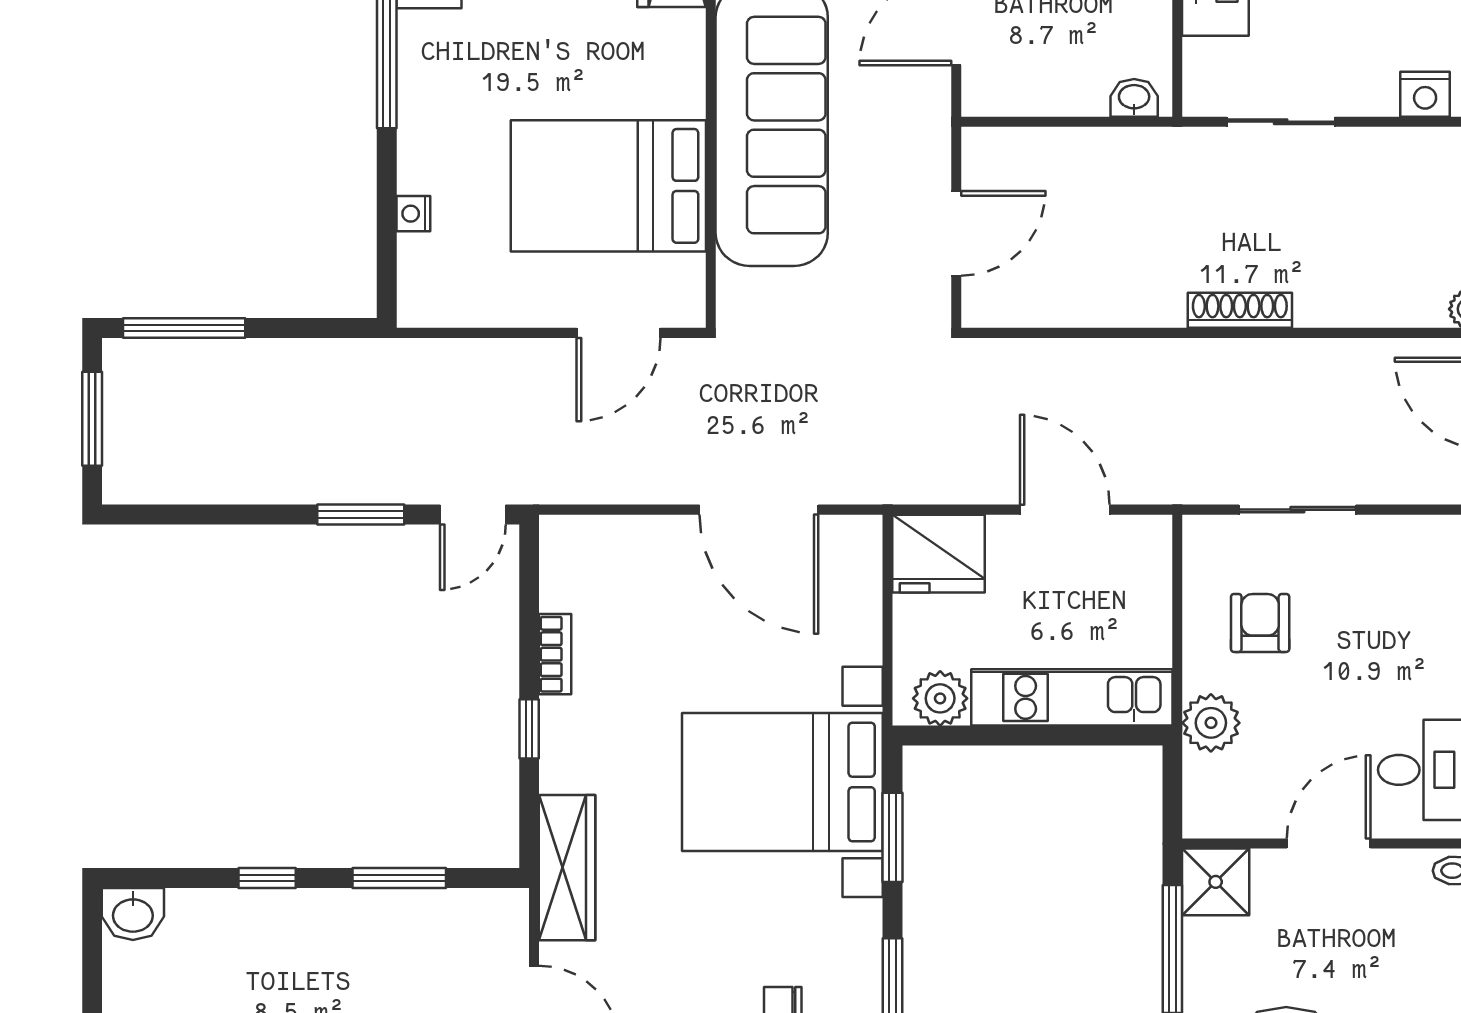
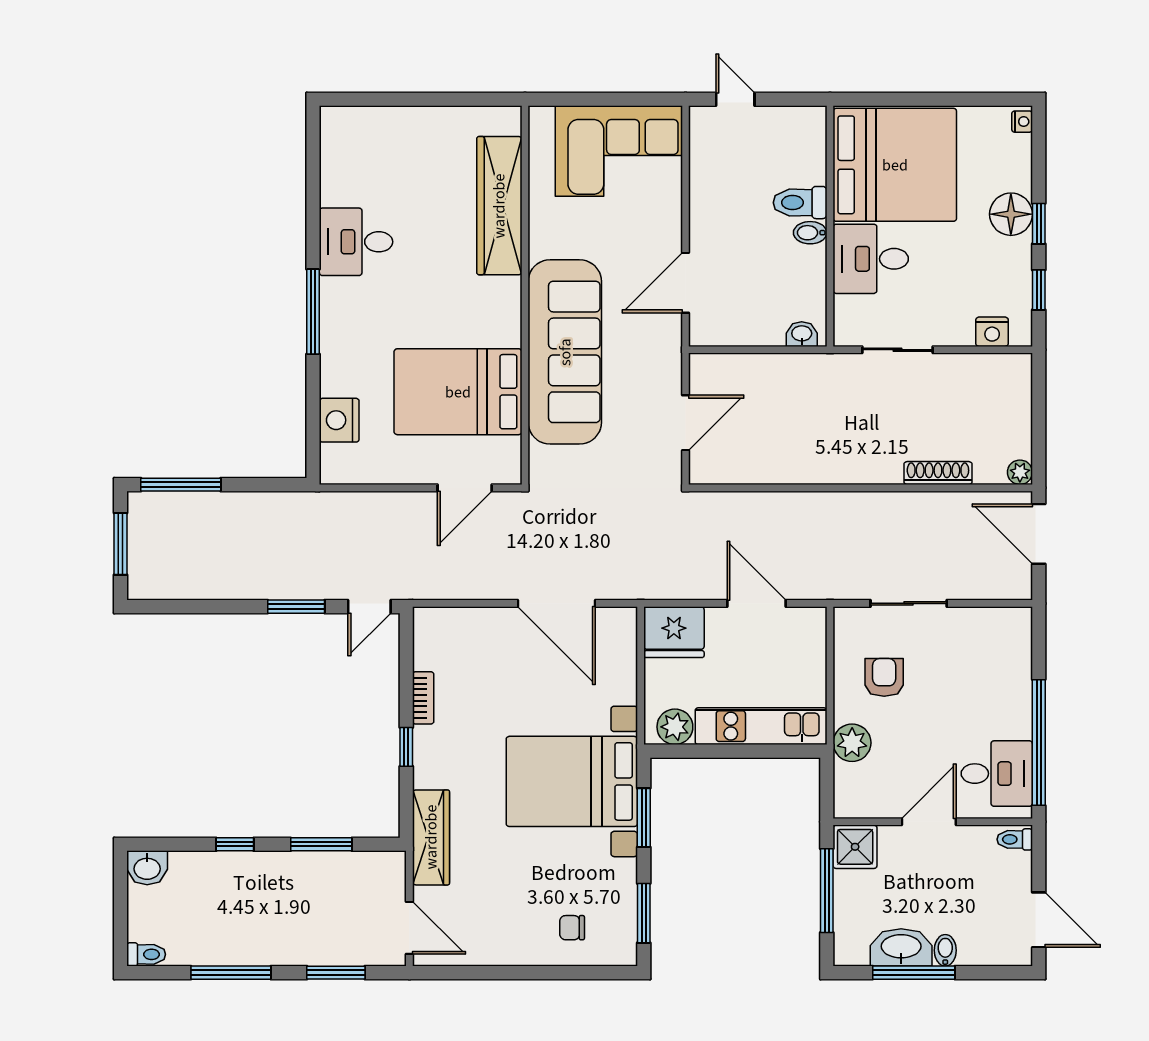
nightstand: (413, 214) -> (339, 420), width x1.89, depth x1.79
shoe rack: (1240, 310) -> (938, 473), moved

